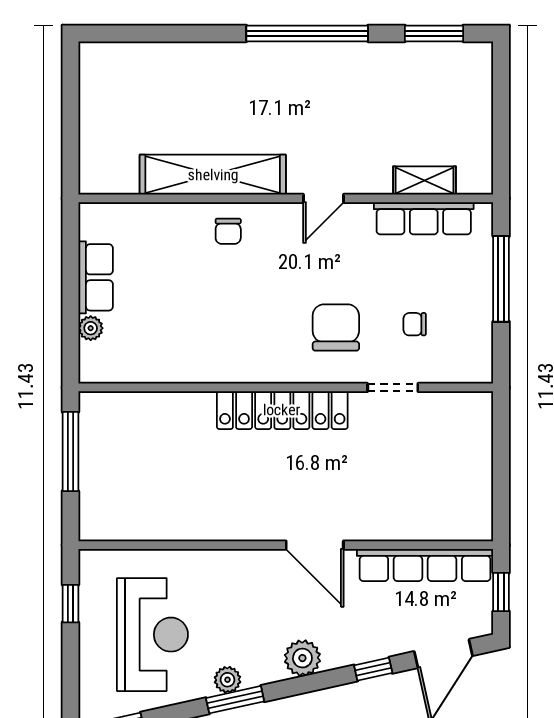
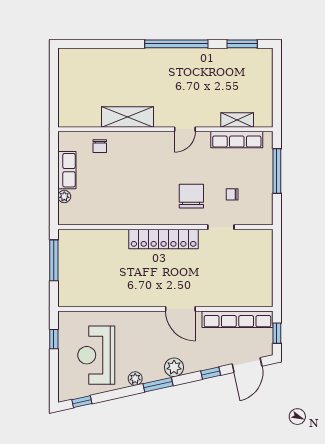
shelving: (213, 175) -> (127, 117), width x0.68
chair: (228, 231) -> (100, 146), moved
reception desk: (152, 635) -> (96, 355), turned 180
window: (235, 700) -> (158, 385), moved

